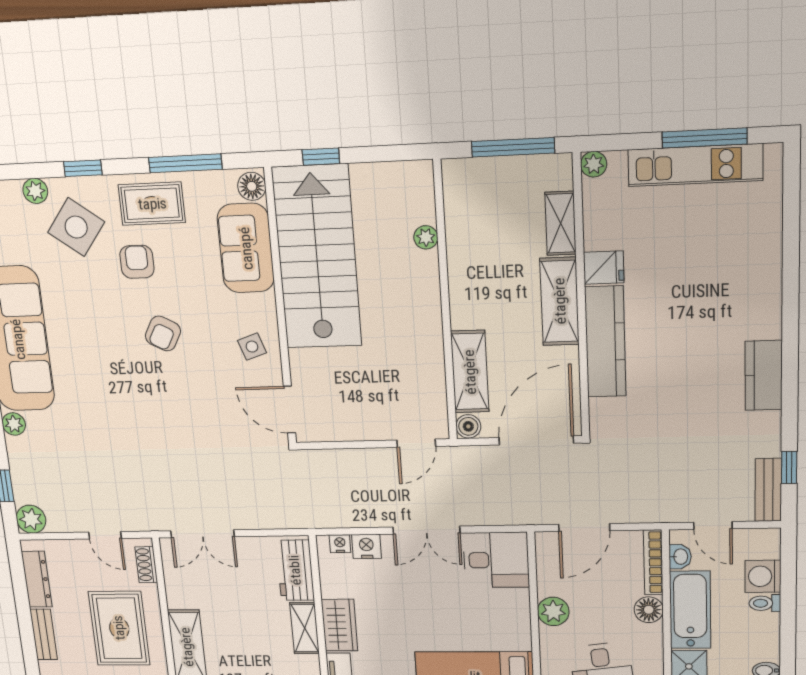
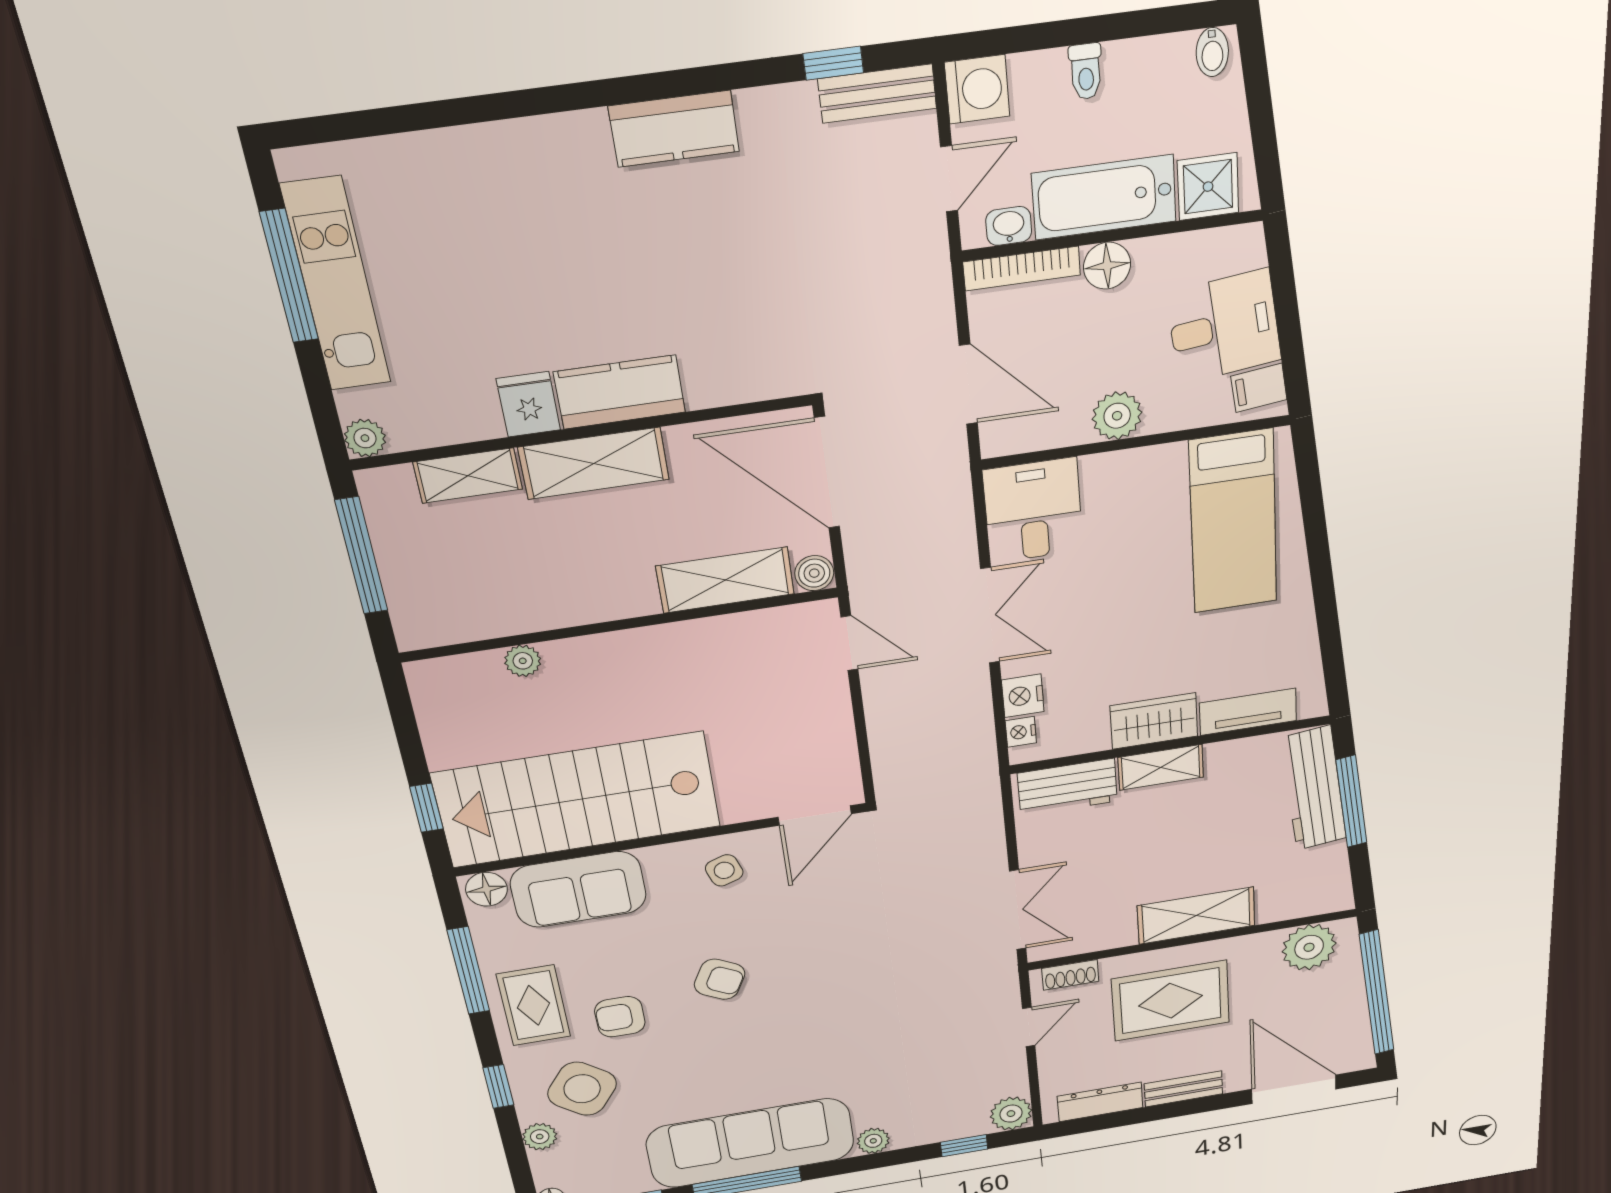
kitchen counter: (605, 342) -> (620, 392), width x0.67
washing machine: (763, 576) -> (977, 89), moved, turned -90

